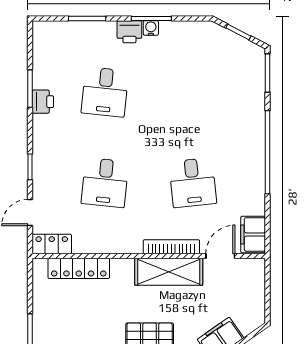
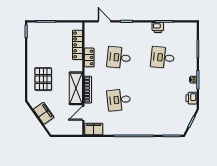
printer: (129, 32) -> (191, 98), moved
locker: (52, 244) -> (89, 57), moved
door: (220, 256) -> (83, 113), swing flipped

